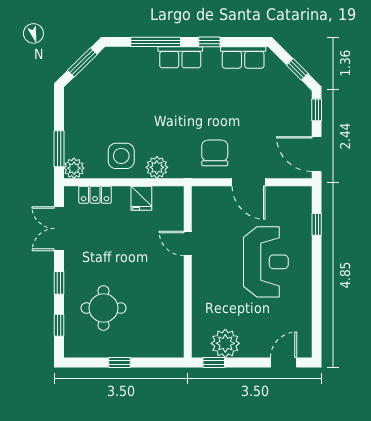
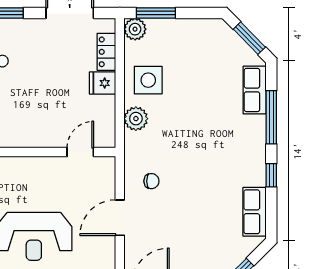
row of seats: (180, 57) -> (255, 90), moved
chair: (215, 153) -> (151, 181), width x0.54, depth x0.54
fridge: (141, 198) -> (103, 83), moved
door: (188, 244) -> (80, 152), moved

